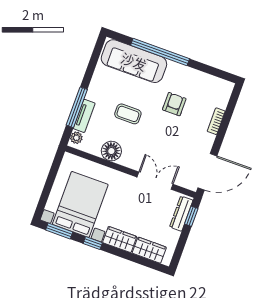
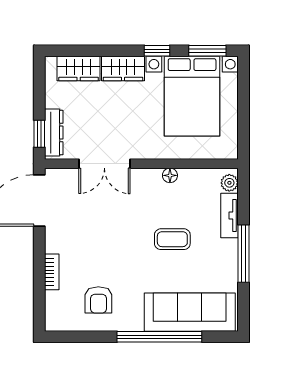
armchair: (174, 104) -> (98, 300), moved
window: (77, 107) -> (243, 254), moved
floor lamp: (111, 151) -> (170, 175), width x0.53, depth x0.53

